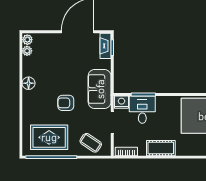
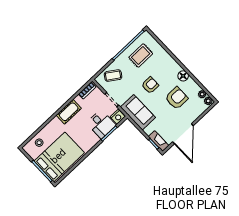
armchair: (53, 69) -> (177, 98), added
rug: (49, 137) -> (141, 55), width x0.73, depth x0.70

